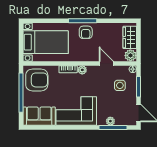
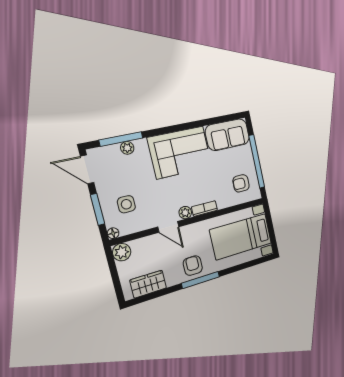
wardrobe: (130, 37) -> (148, 284), moved, turned -90
door: (106, 63) -> (168, 227), moved
armchair: (37, 80) -> (241, 183), width x0.53, depth x0.53

